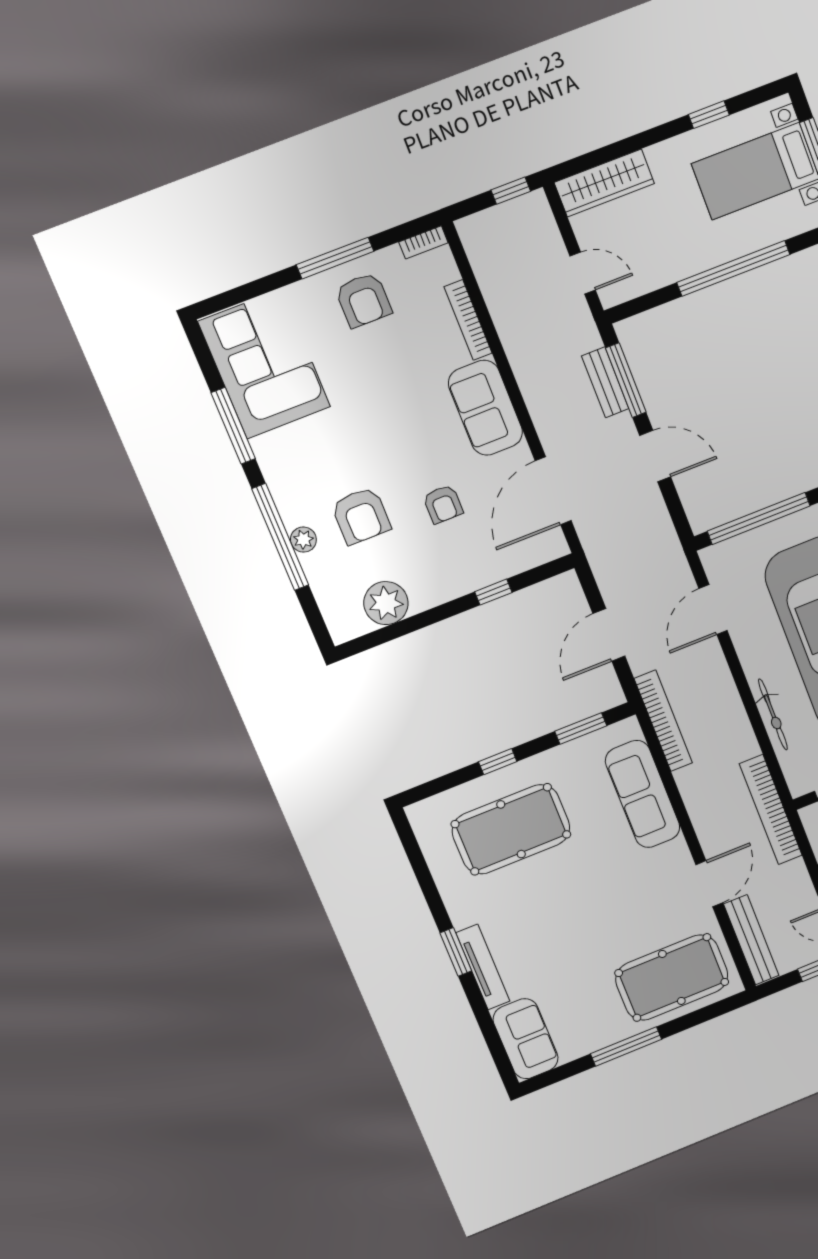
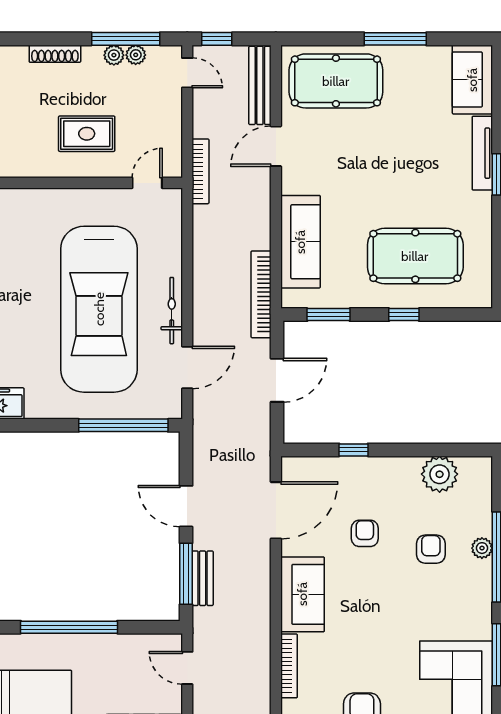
armchair: (361, 516) -> (431, 549), width x0.72, depth x0.72
bicycle: (773, 714) -> (172, 311), moved
bookcase: (771, 810) -> (200, 171), width x0.68, depth x0.76

